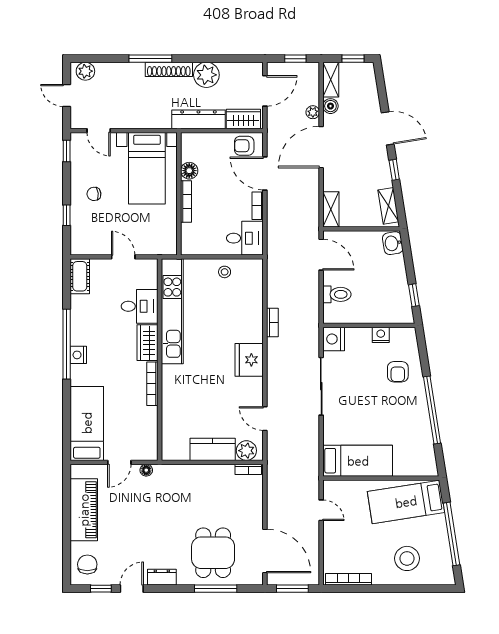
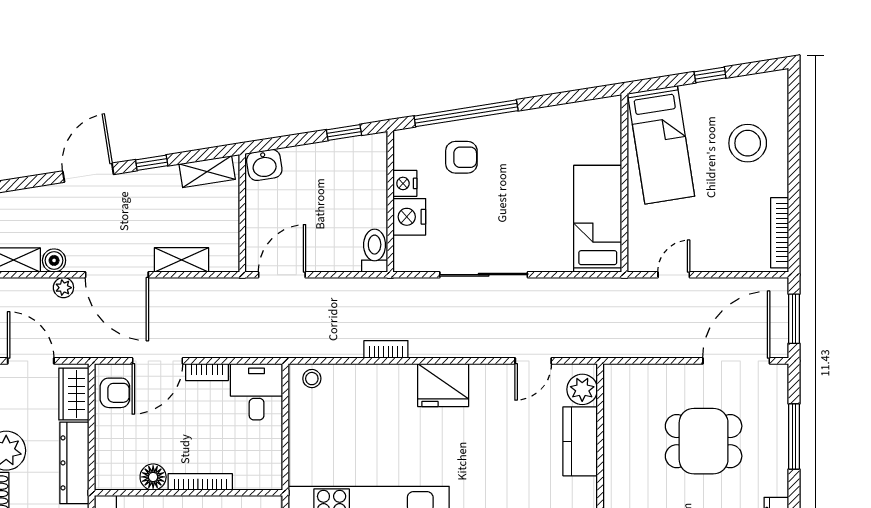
armchair: (244, 146) -> (115, 393), turned -90
shelving: (331, 209) -> (182, 260), moved
stool: (225, 272) -> (312, 379), moved
toilet: (337, 294) -> (375, 251), moved
nightstand: (334, 339) -> (409, 217), moved, turned 90
window: (432, 410) -> (466, 113), moved
bookcase: (248, 469) -> (611, 387), removed
window: (452, 534) -> (710, 75), width x0.32
dining table: (213, 553) -> (704, 441), moved

